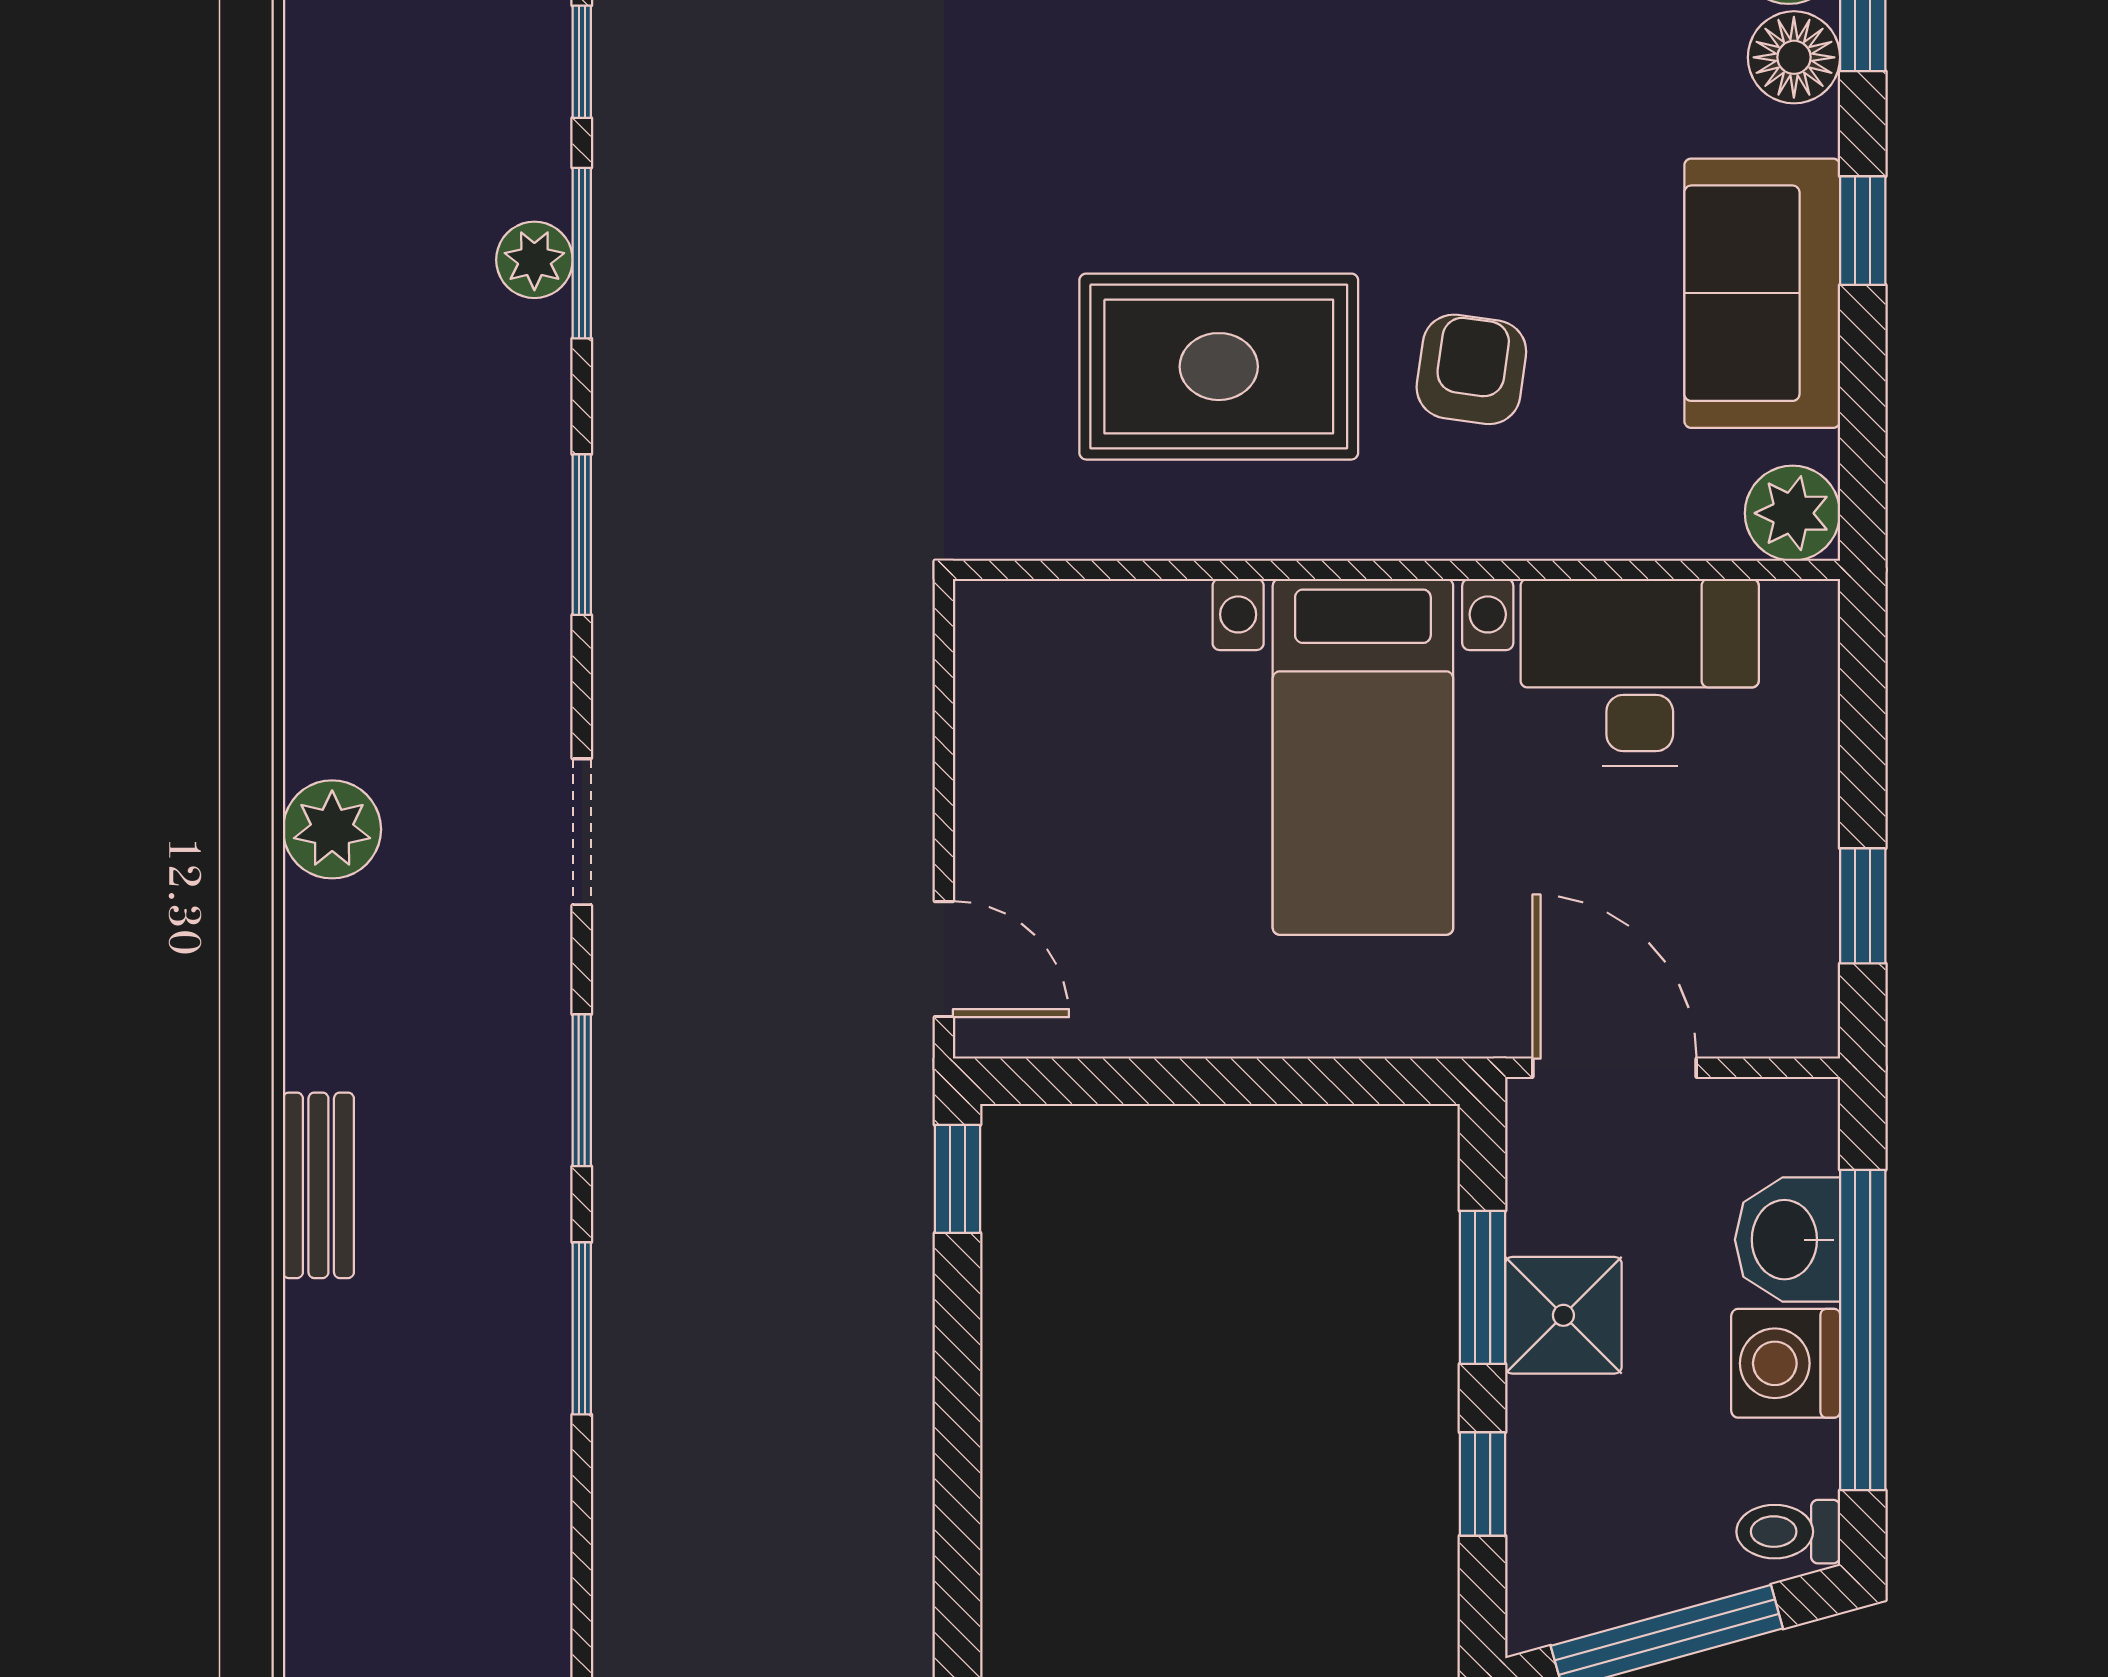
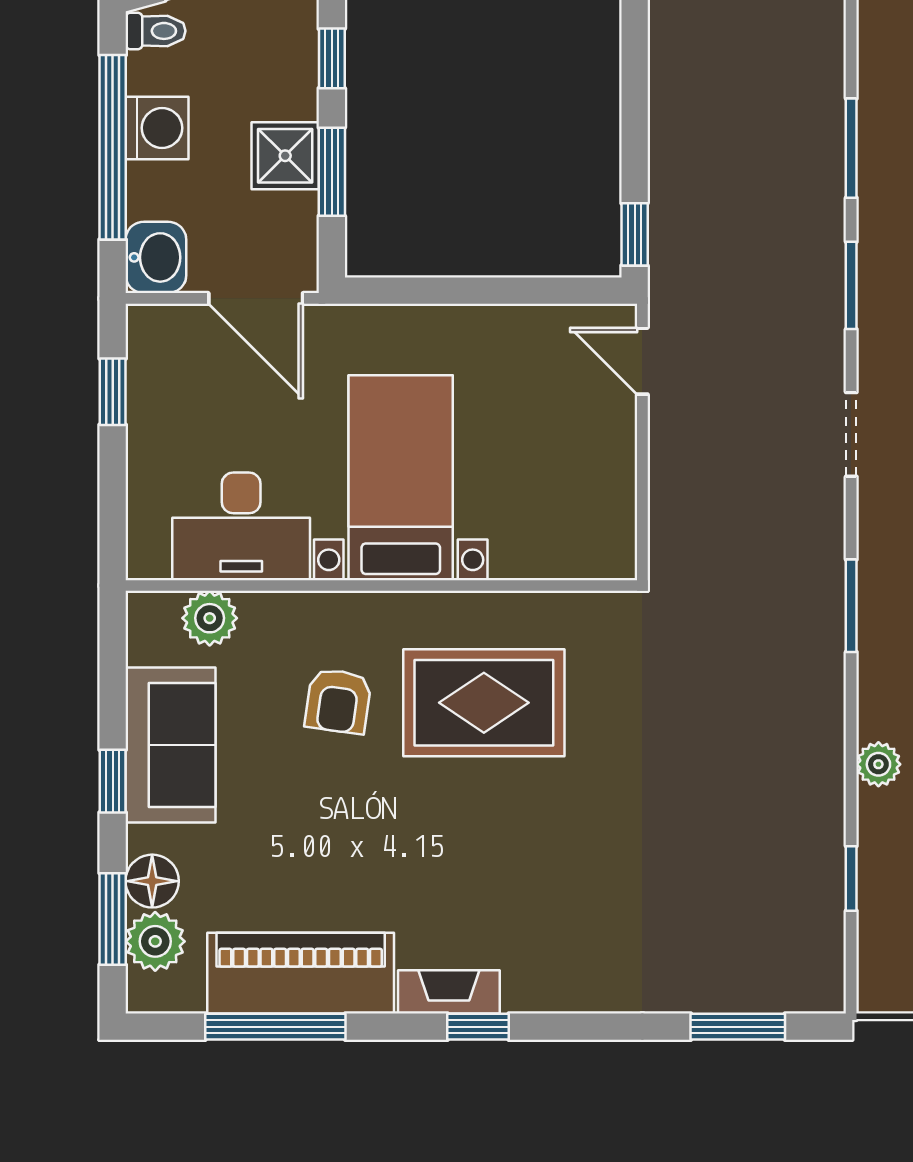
window: (582, 253) -> (851, 768), removed
plant: (1792, 513) -> (210, 618), moved
washbasin: (1788, 1240) -> (156, 257), moved

